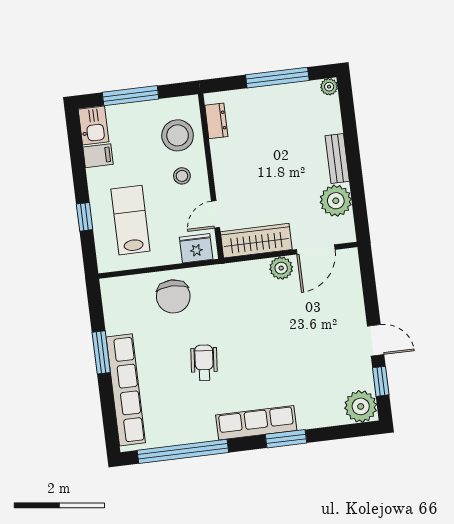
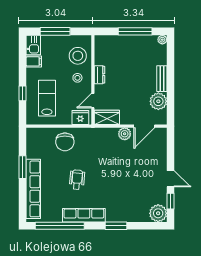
dresser: (216, 121) -> (100, 75), moved
wardrobe: (256, 241) -> (107, 117), width x0.67
row of seats: (256, 423) -> (84, 215), moved

